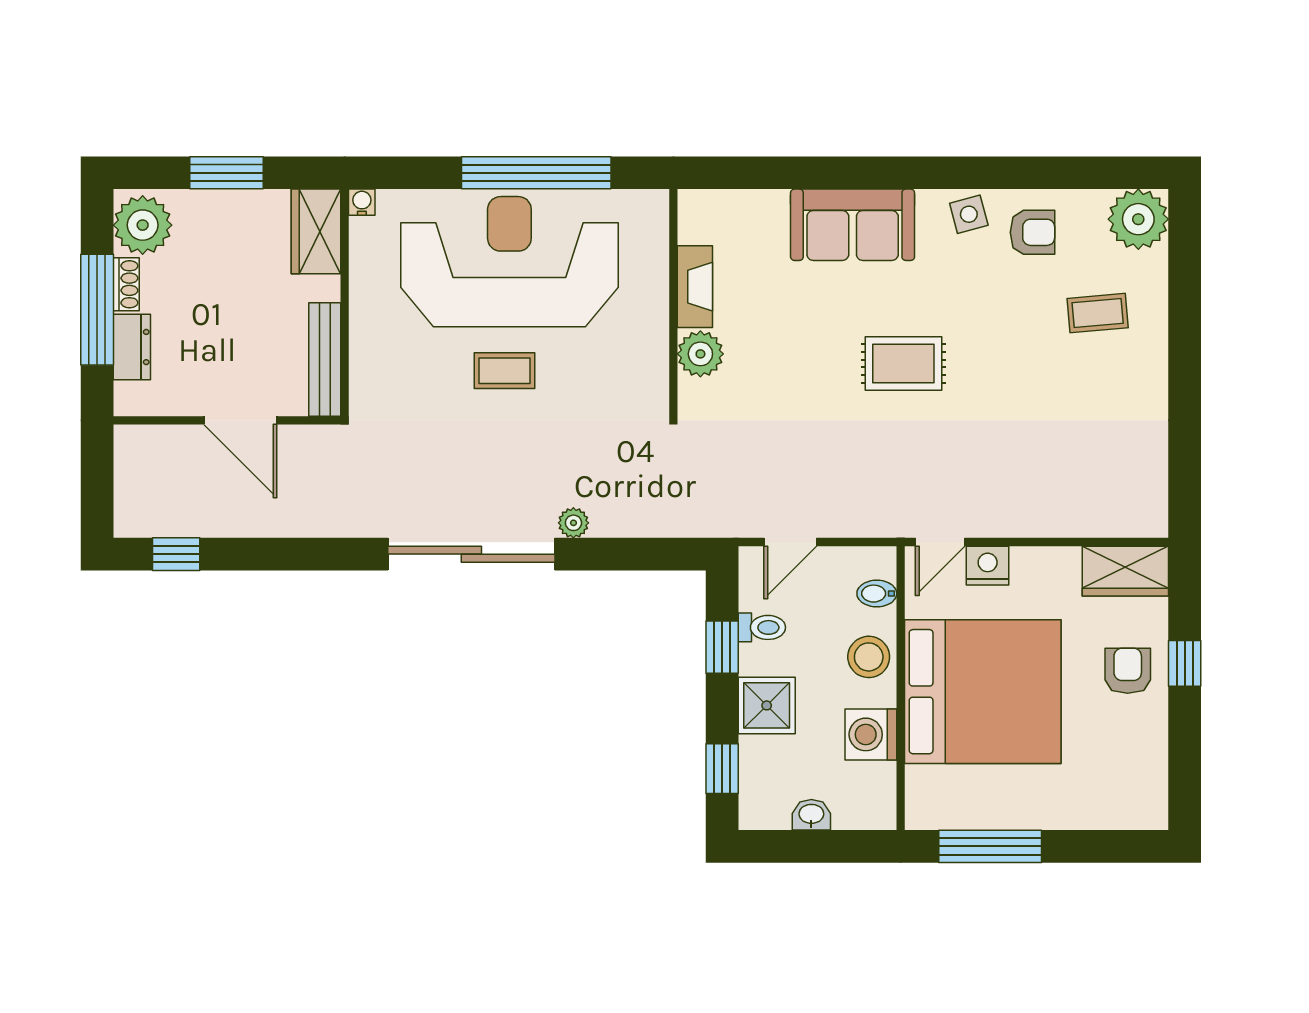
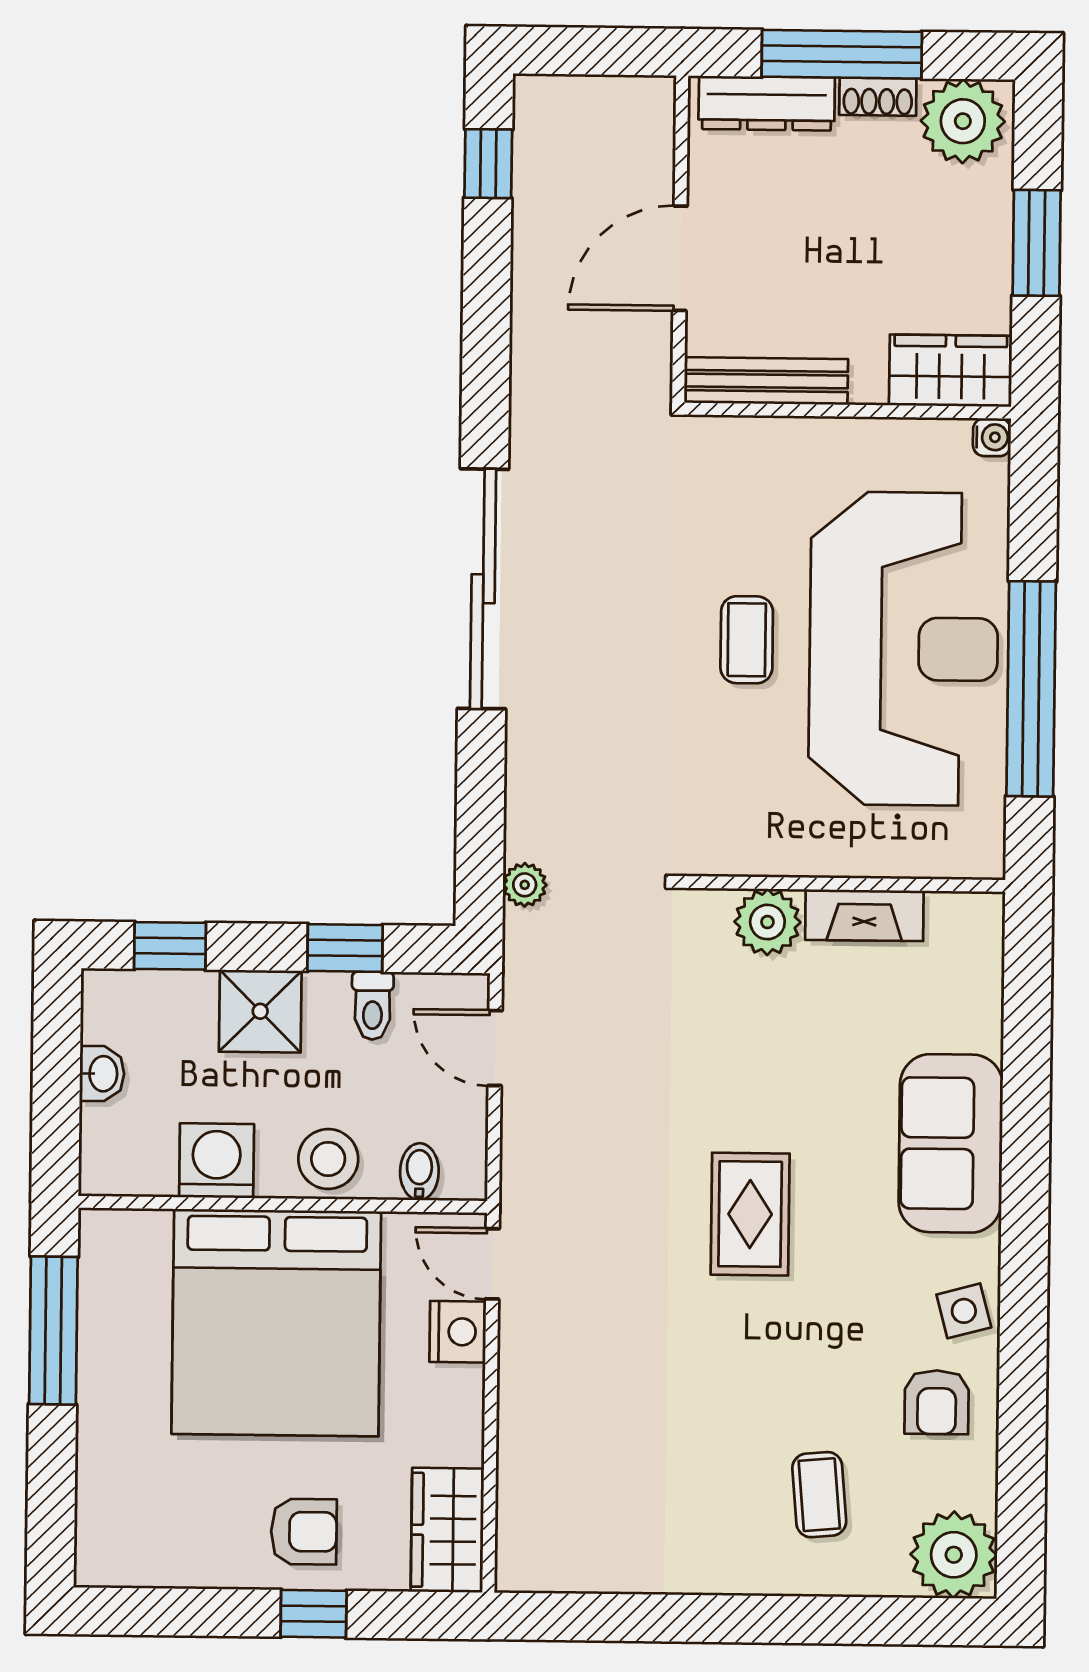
dresser: (132, 347) -> (767, 103), width x1.44
plant: (573, 523) -> (525, 885), moved

